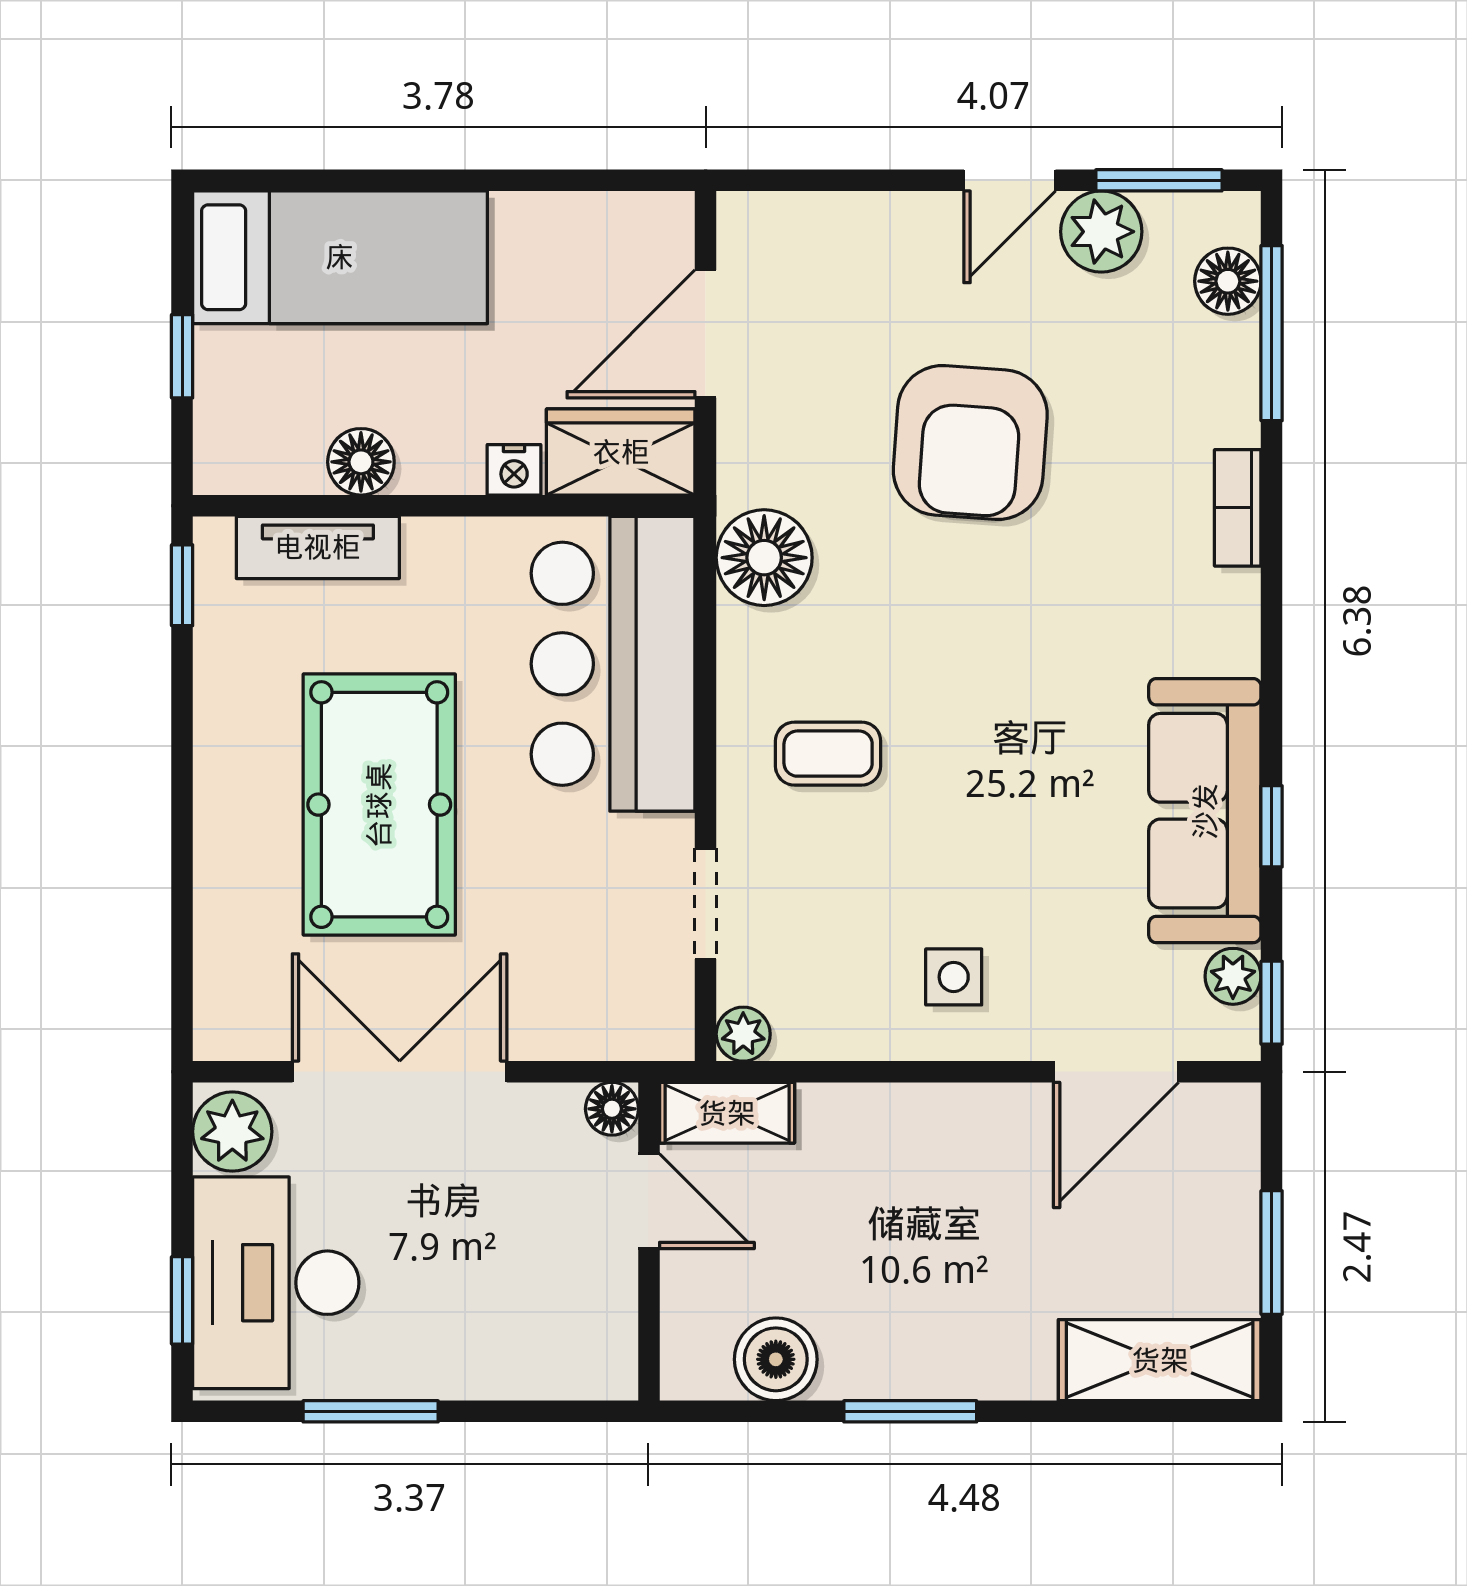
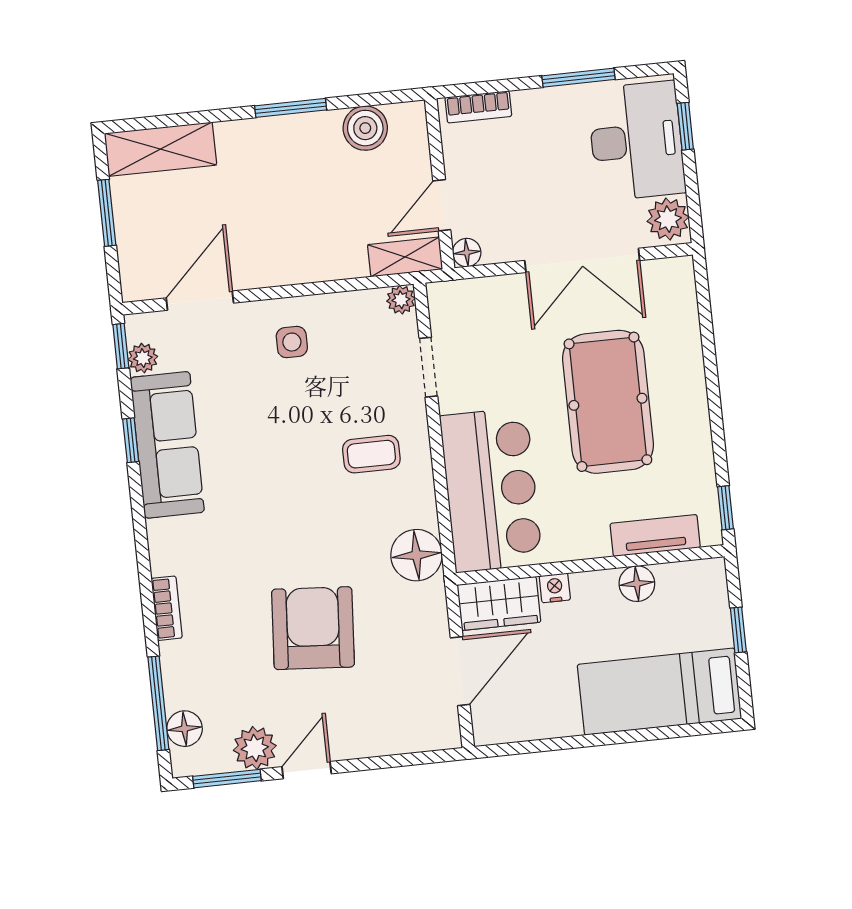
door: (649, 1201) -> (442, 205), hinge flipped
bookcase: (562, 1377) -> (478, 107), added

